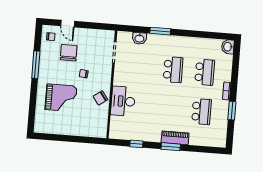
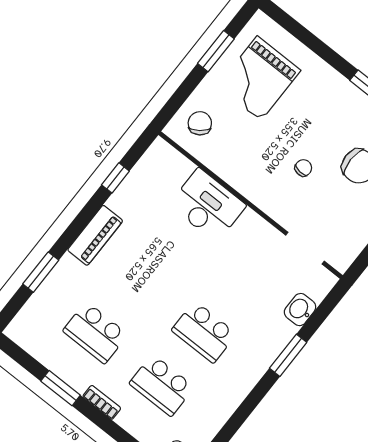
grand piano: (61, 98) -> (259, 78), moved
chair: (100, 98) -> (200, 123), moved
window: (61, 138) -> (216, 51), added
piano: (175, 138) -> (95, 235), moved
window: (171, 147) -> (41, 272), moved

